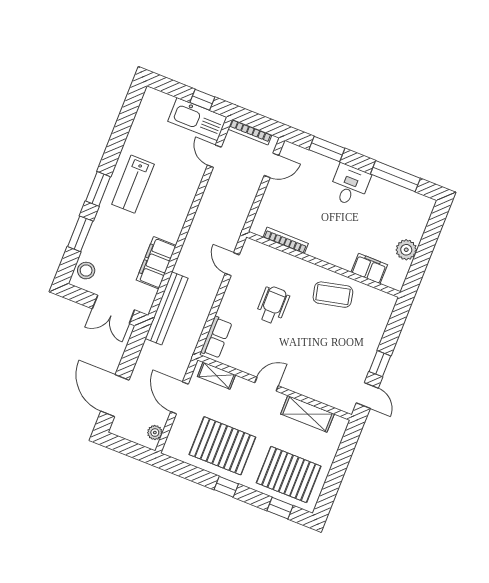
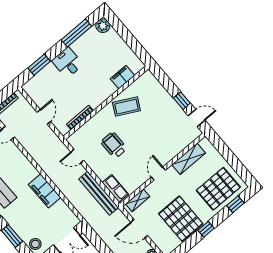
door: (271, 165) -> (44, 117), moved
plant: (406, 250) -> (103, 26), moved
filing cabinet: (156, 263) -> (45, 191), moved
coffee table: (333, 295) -> (126, 107), turned 41
bench: (167, 308) -> (99, 193), moved
pallet: (222, 446) -> (181, 219), turned 90

